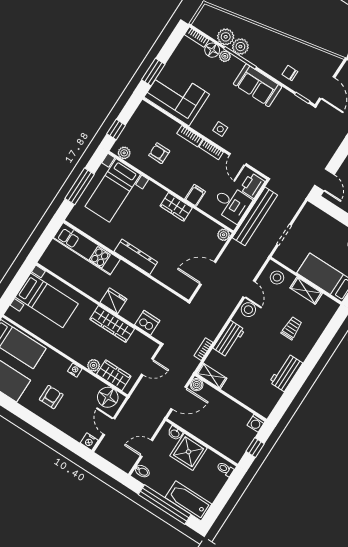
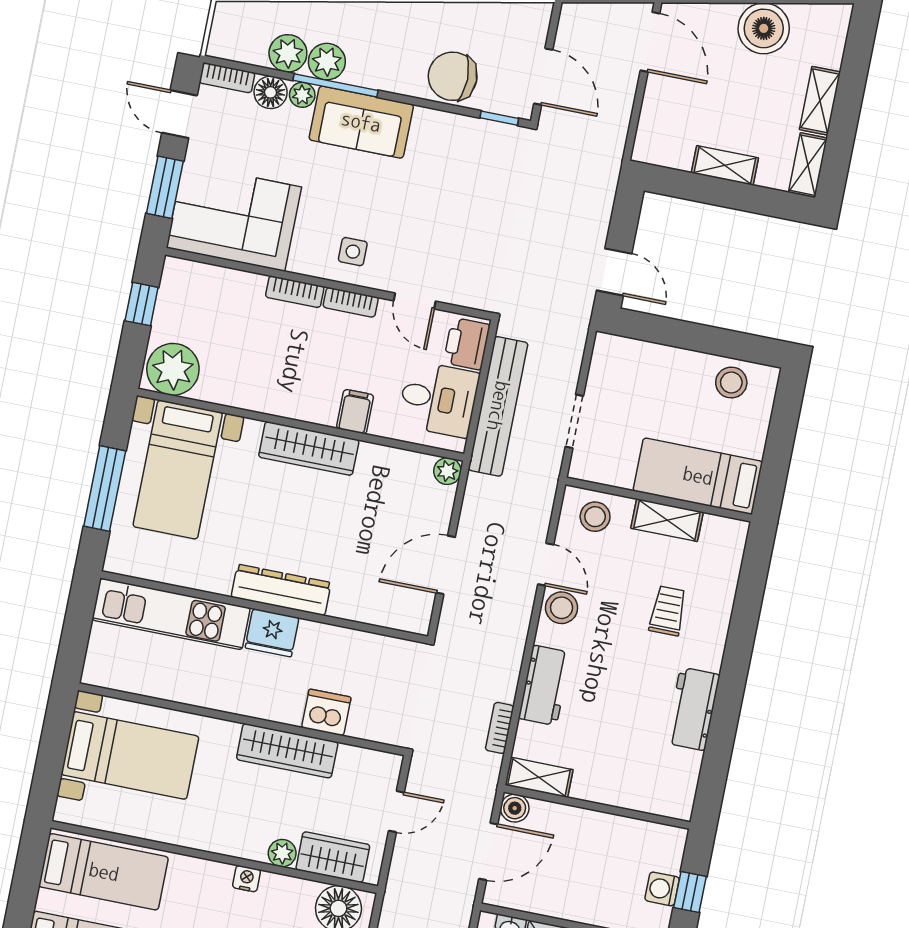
door: (171, 44) -> (179, 114), added
chair: (290, 73) -> (453, 76), width x1.87, depth x1.87
sofa: (258, 85) -> (361, 122), moved
window: (116, 130) -> (142, 304), moved
plant: (124, 153) -> (173, 369), width x1.88, depth x1.88
armchair: (159, 153) -> (244, 353), removed
wardrobe: (176, 207) -> (309, 448), width x1.50
fridge: (113, 301) -> (272, 633), moved, turned 180
dishwasher: (147, 323) -> (326, 712), moved
washing machine: (256, 423) -> (662, 889), moved, turned 90

